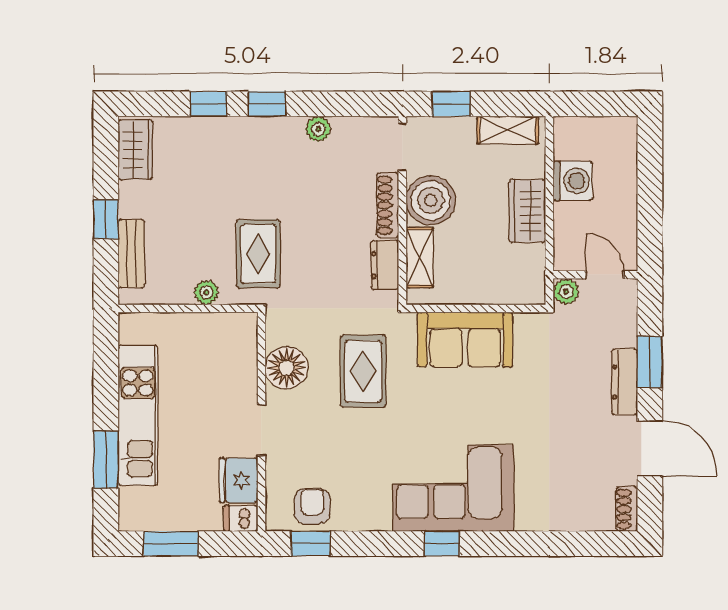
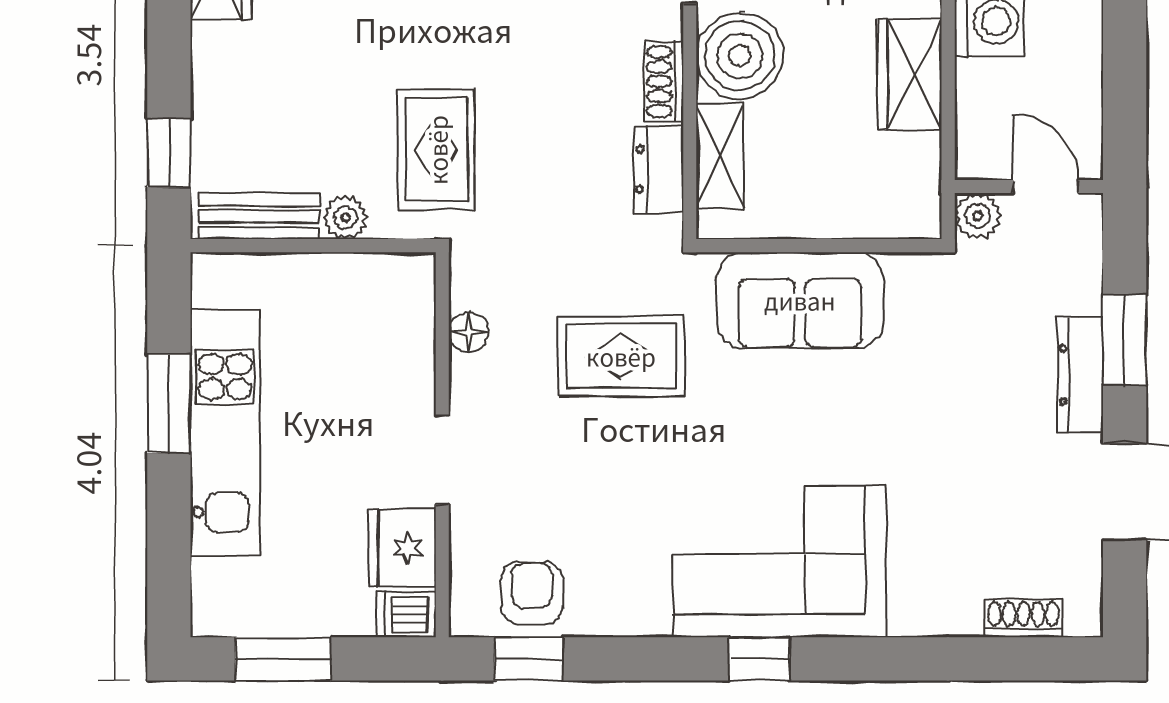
shoe rack: (388, 205) -> (664, 81), width x0.70
window: (106, 219) -> (169, 153), moved
bench: (131, 253) -> (259, 216), moved, turned 90
floor lamp: (287, 368) -> (469, 332), width x0.53, depth x0.53
rug: (363, 371) -> (621, 356), turned 90
window: (106, 460) -> (169, 404), moved
shoe rack: (627, 509) -> (1023, 618), moved, turned 90

